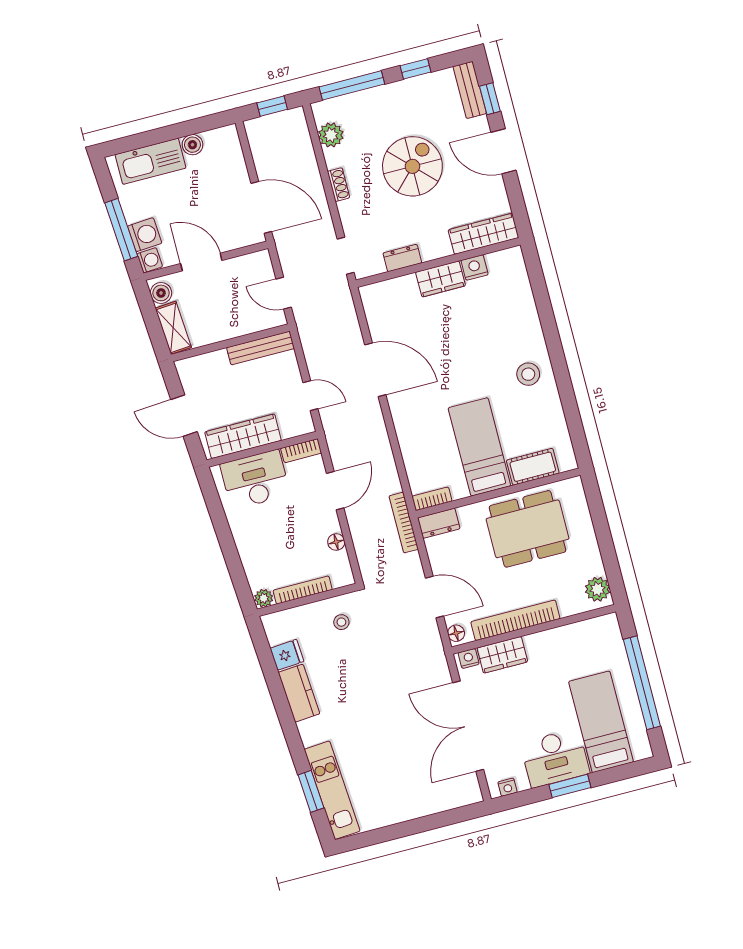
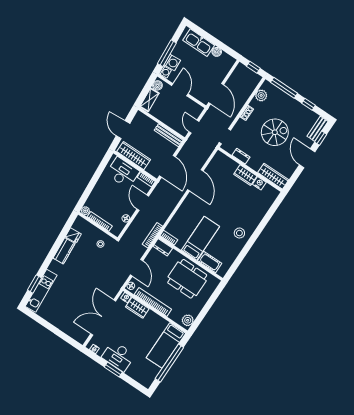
door: (310, 396) -> (167, 166), width x1.87
door: (335, 491) -> (143, 203), swing flipped
bed: (601, 722) -> (166, 345), moved, turned 180

